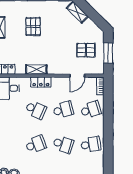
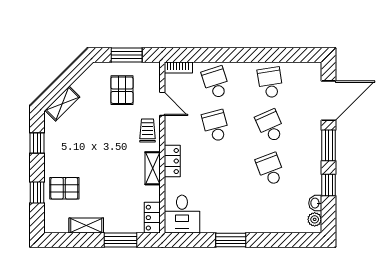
pallet: (33, 26) -> (64, 188), moved
trolley: (60, 66) -> (148, 131), added
school desk: (36, 110) -> (216, 169), removed
school desk: (63, 144) -> (270, 126), turned -42

